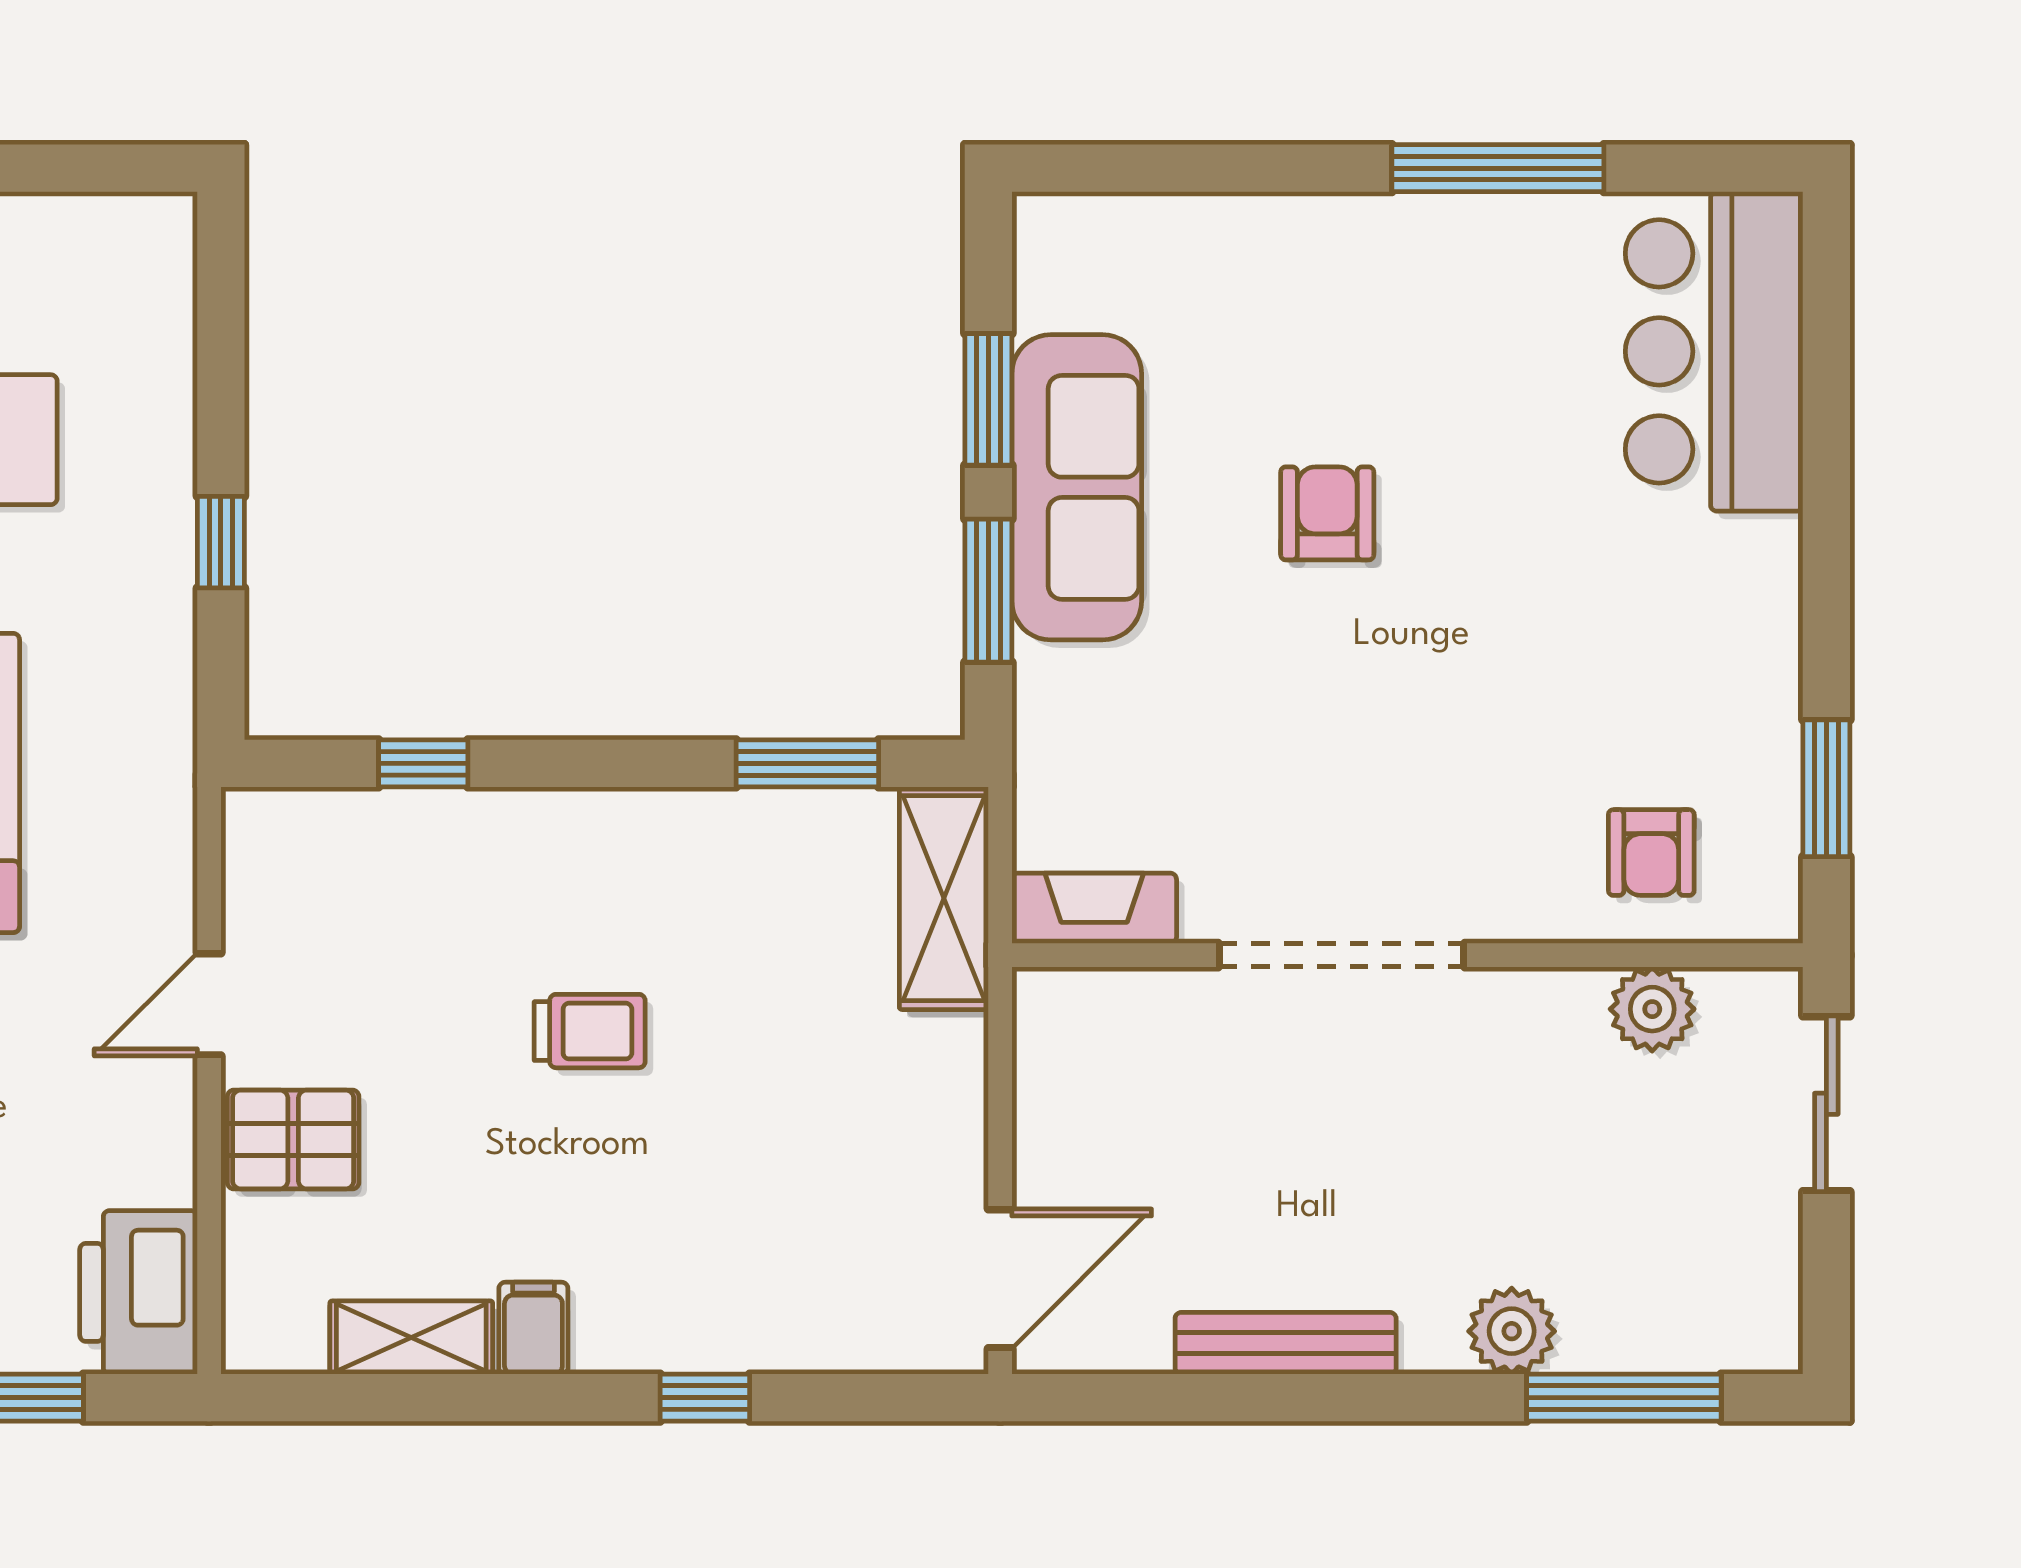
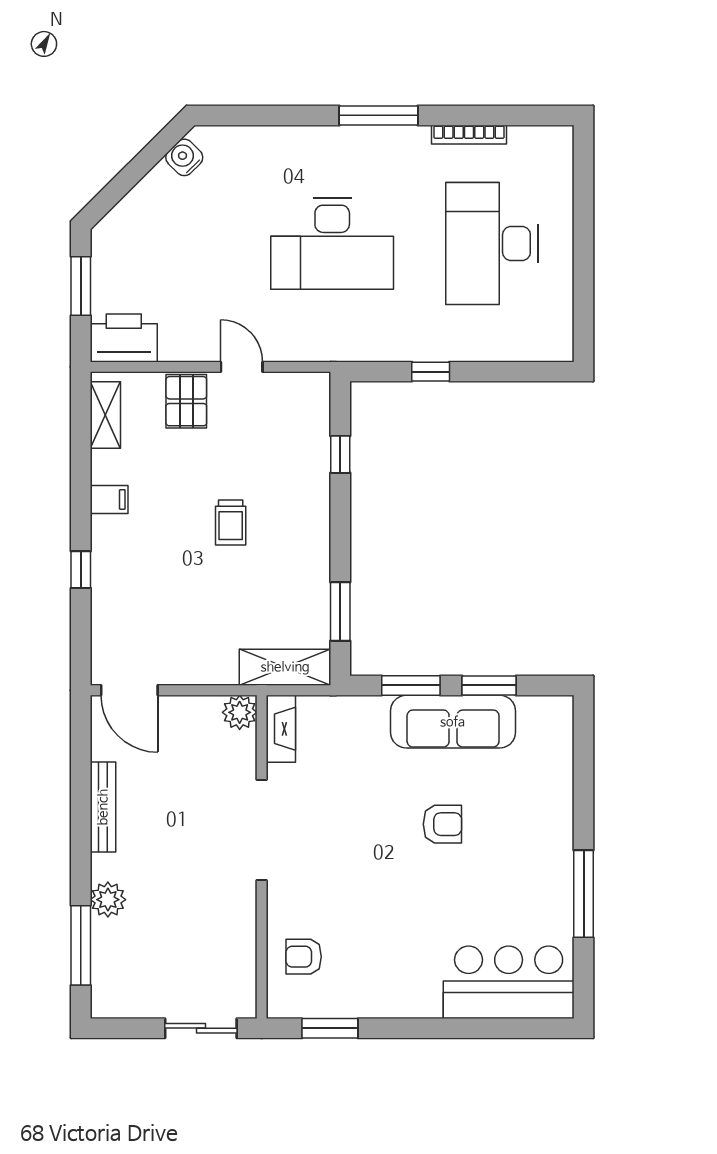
plant: (1652, 1009) -> (240, 712), moved
shelving: (411, 1338) -> (105, 415), moved

